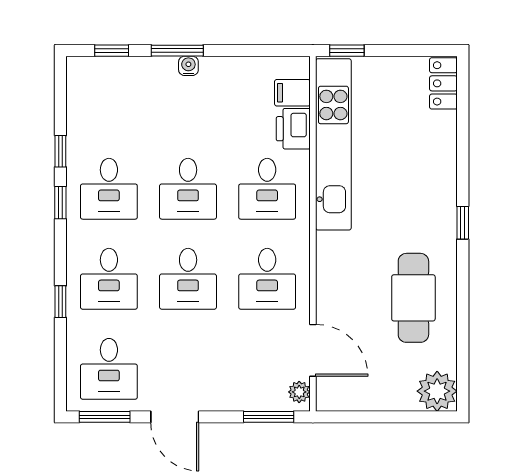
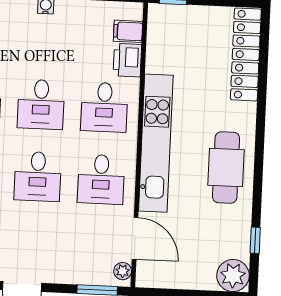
locker: (443, 83) -> (246, 54), width x2.16, depth x1.21
kitchen unit: (333, 144) -> (156, 143), moved
window: (463, 223) -> (255, 240), moved
cafe table: (413, 298) -> (226, 168), moved

